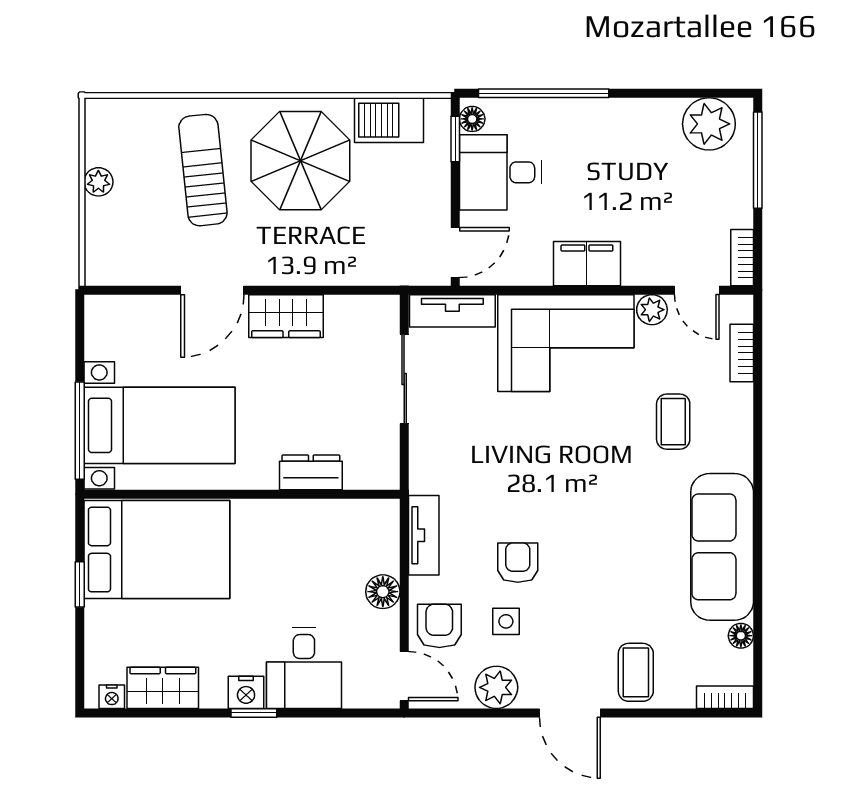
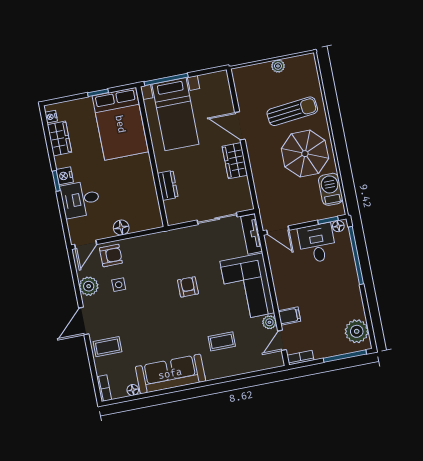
filing cabinet: (587, 264) -> (289, 316), moved, width x0.50
bookcase: (742, 353) -> (258, 366), removed
tv unit: (424, 535) -> (150, 241), removed
armchair: (518, 563) -> (188, 287), moved, turned -90

